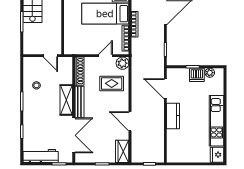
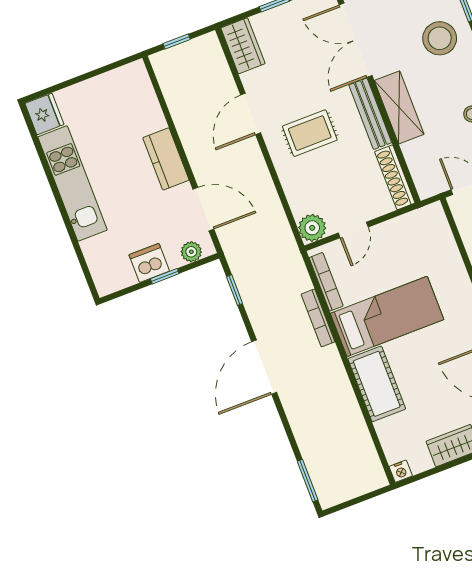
plant: (210, 73) -> (191, 252), moved
rug: (112, 83) -> (310, 133), moved
door: (130, 121) -> (251, 114), swing flipped
stool: (38, 123) -> (440, 38), added

